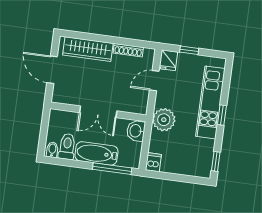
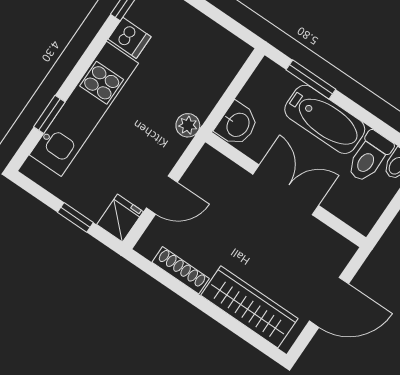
door: (52, 70) -> (329, 302), hinge flipped
window: (222, 115) -> (49, 114), moved
plant: (164, 120) -> (188, 125), width x0.53, depth x0.53
dishwasher: (153, 162) -> (130, 38), moved, turned -90
window: (112, 169) -> (311, 79), width x0.69

